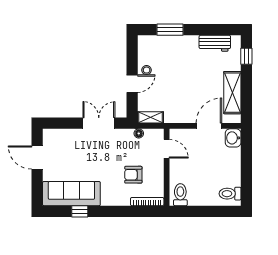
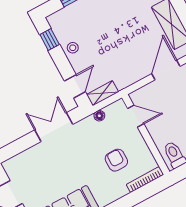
window: (132, 54) -> (50, 39), added
door: (132, 84) -> (75, 86), moved
armchair: (133, 175) -> (116, 160), turned 90

